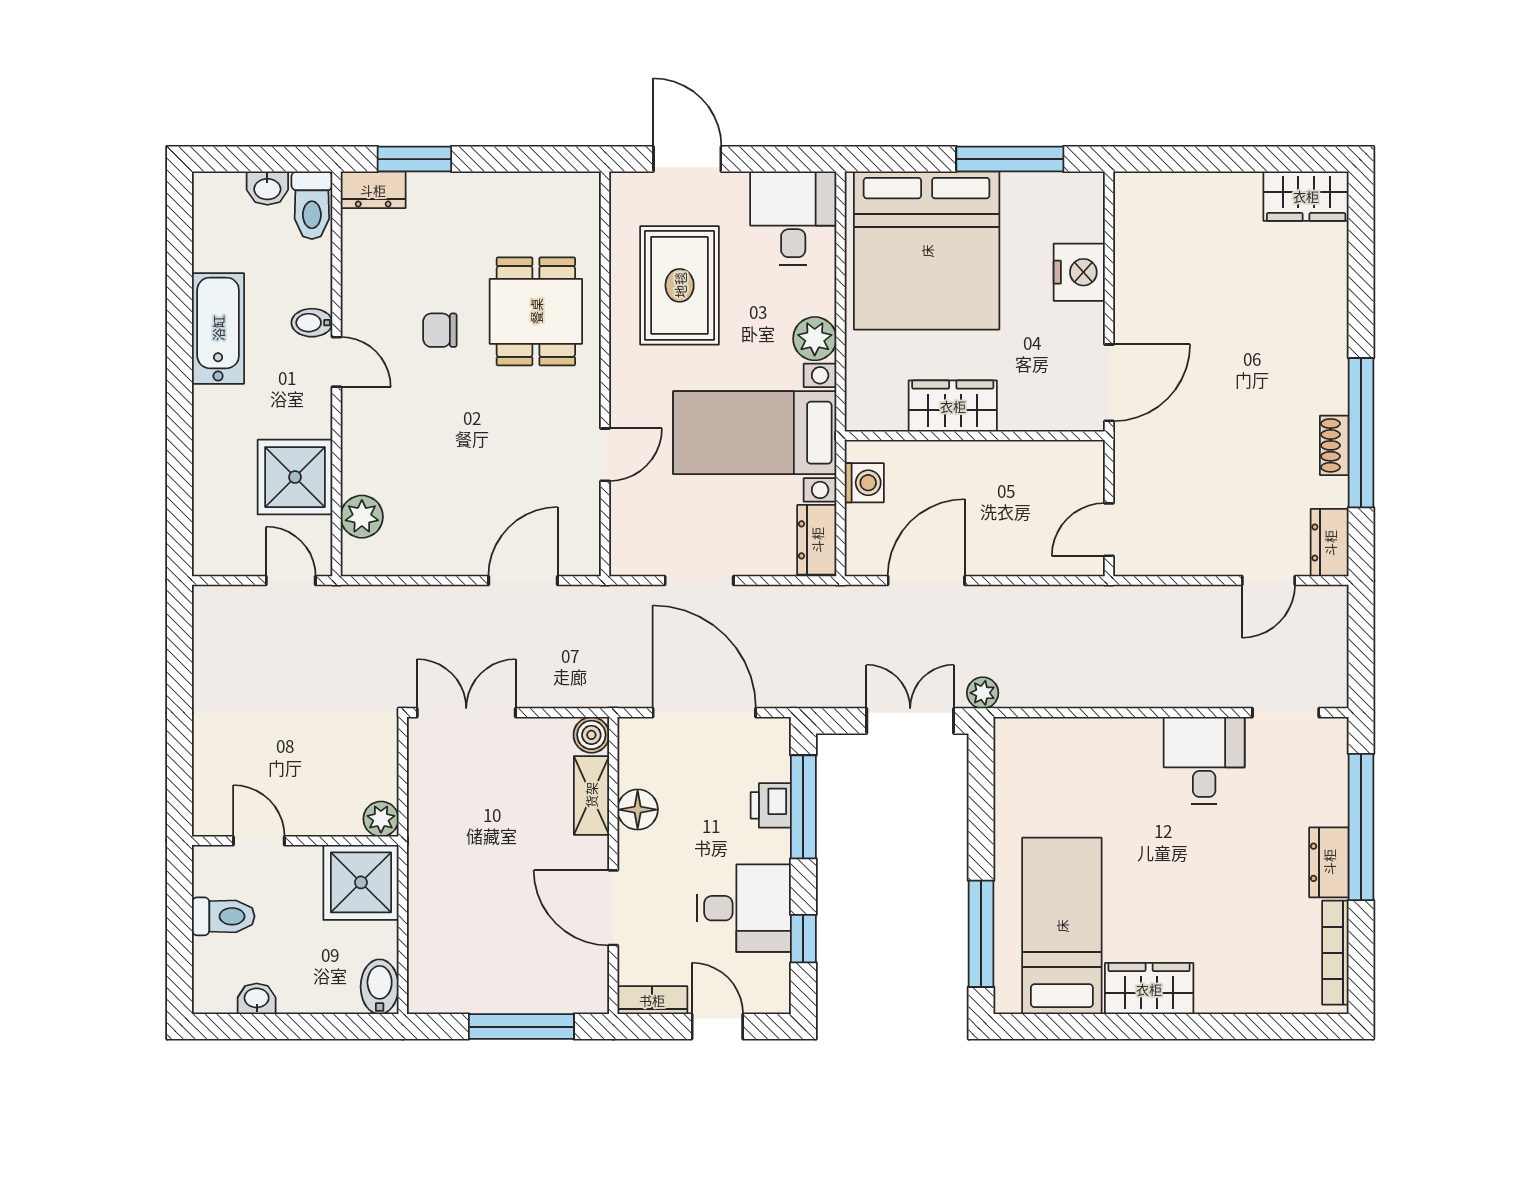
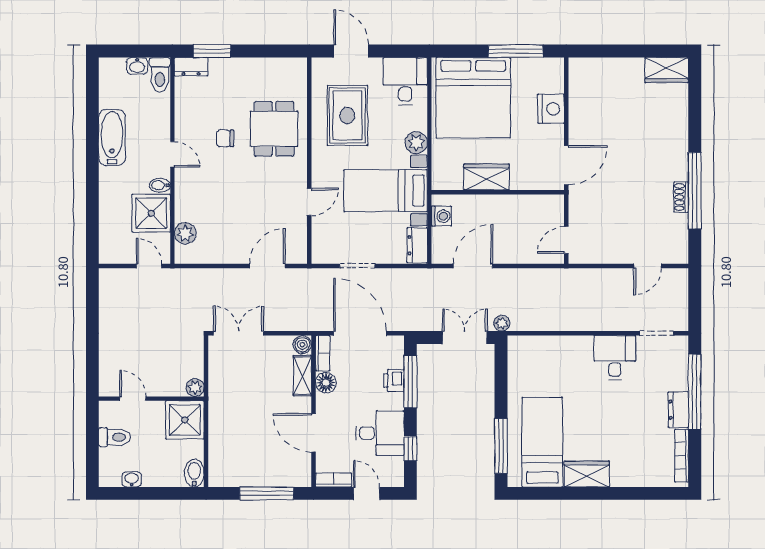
bidet: (312, 323) -> (160, 185), moved
dresser: (1330, 543) -> (679, 247), removed
bookcase: (631, 751) -> (323, 353), added

